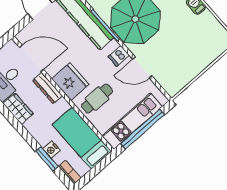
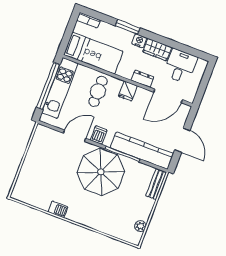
fridge: (70, 81) -> (128, 91), width x0.53, depth x0.75
dresser: (47, 88) -> (142, 79), width x0.70
nightstand: (52, 150) -> (139, 41), moved
window: (47, 159) -> (128, 27), moved

